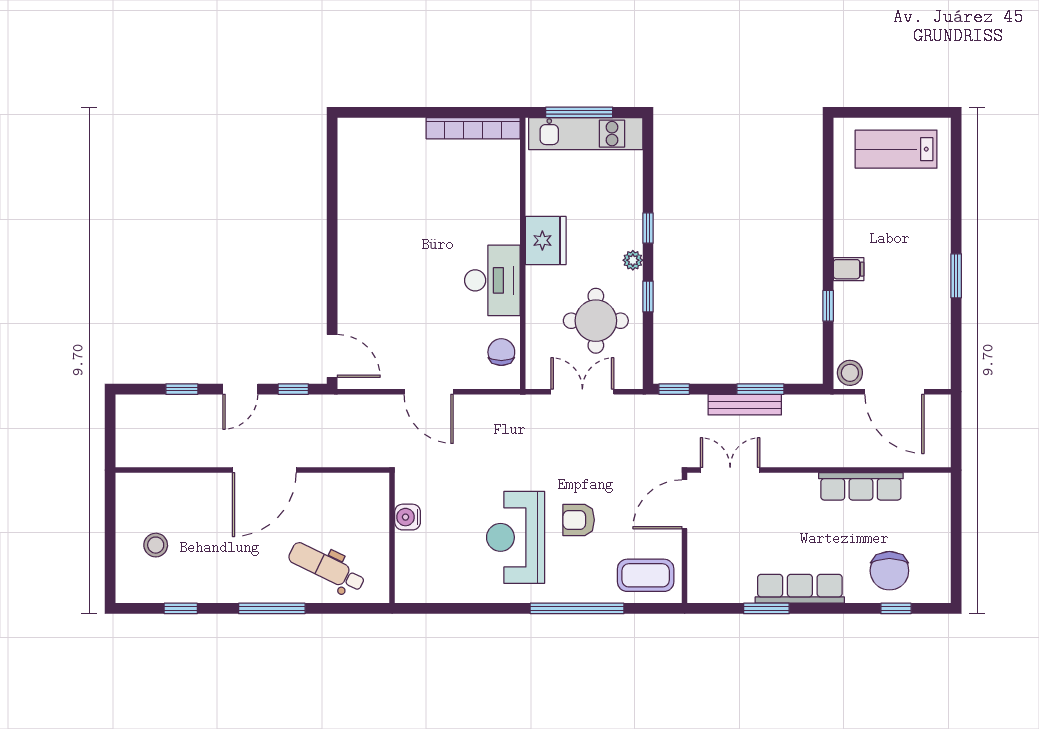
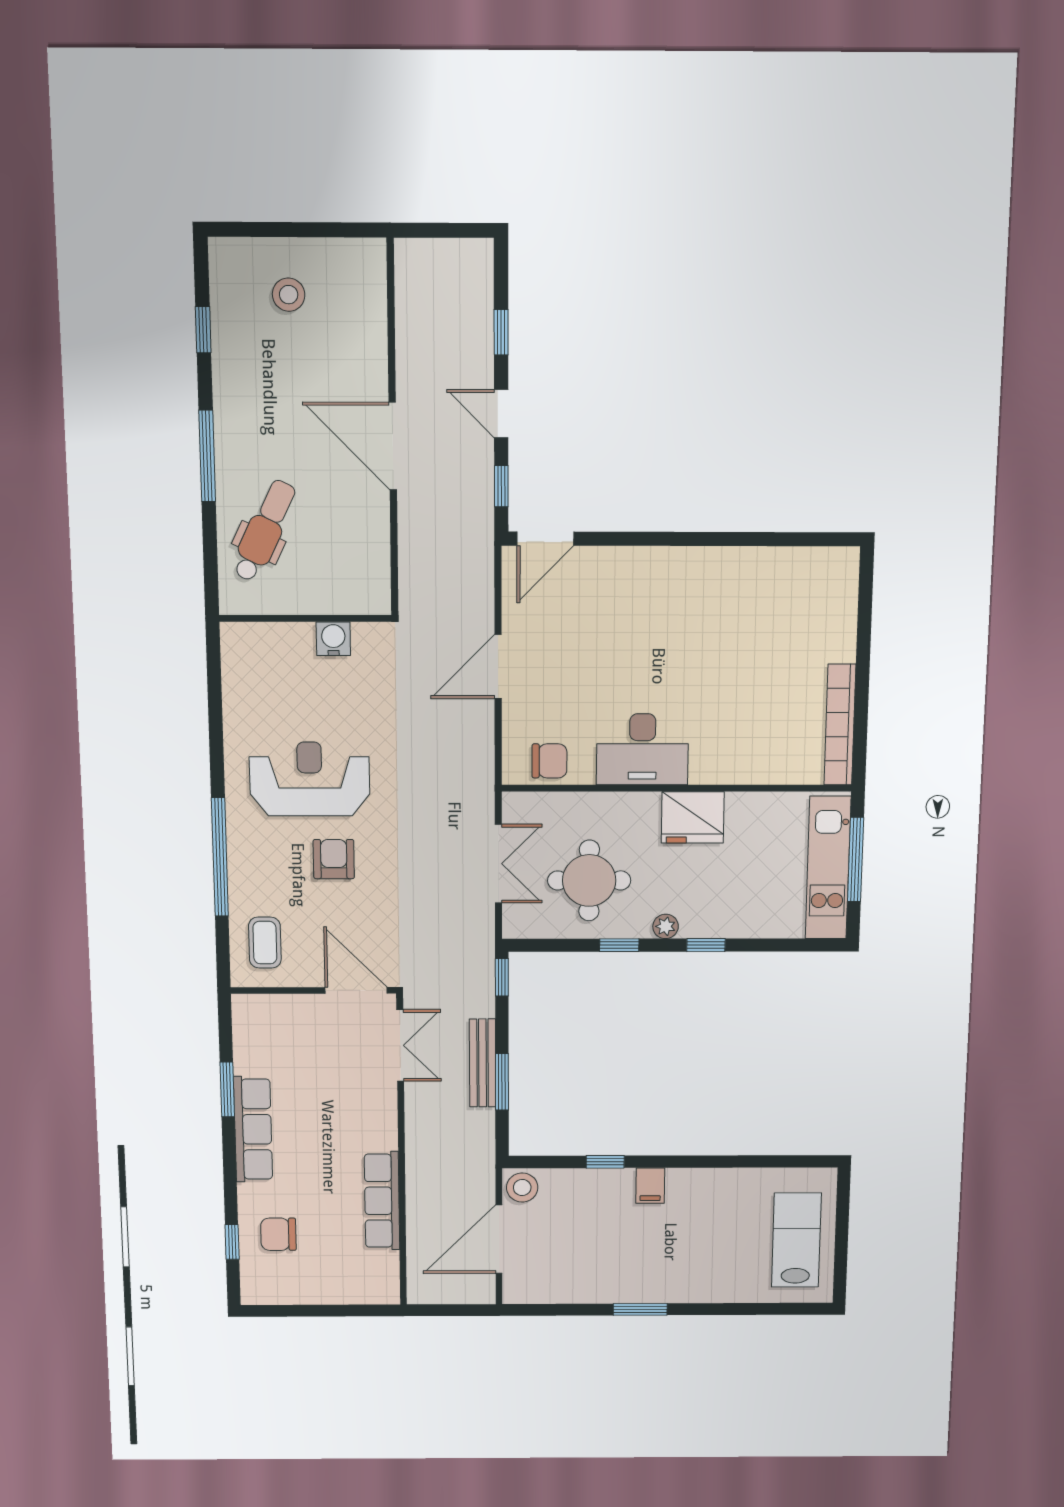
chair: (889, 571) -> (278, 1234), width x0.73, depth x0.73
coffee table: (646, 575) -> (265, 943), width x0.73, depth x0.77

